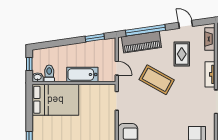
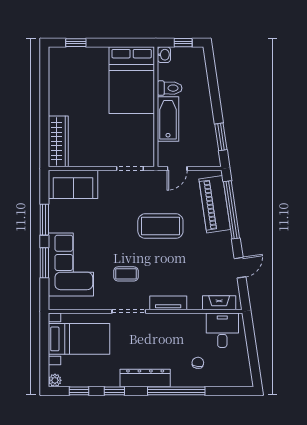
rug: (182, 54) -> (197, 262), removed
toilet: (49, 73) -> (170, 88), moved
coffee table: (157, 80) -> (160, 226), turned 61
coffee table: (190, 104) -> (126, 274), added

